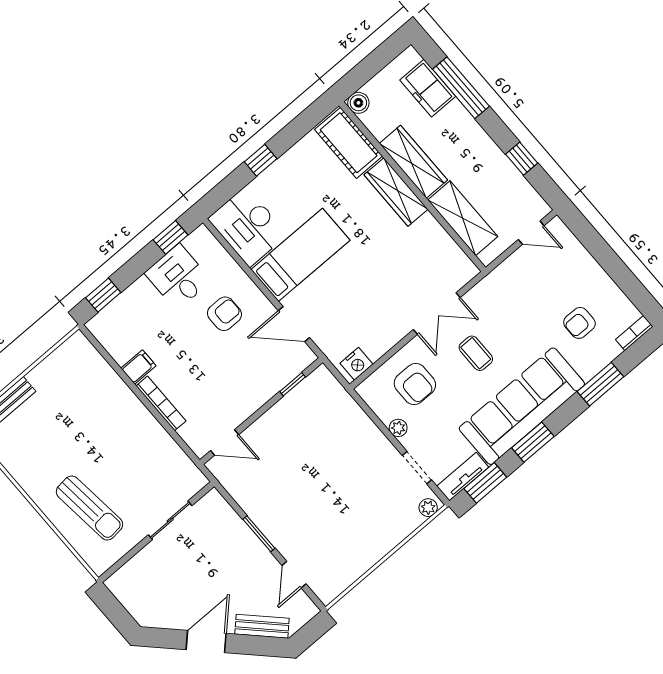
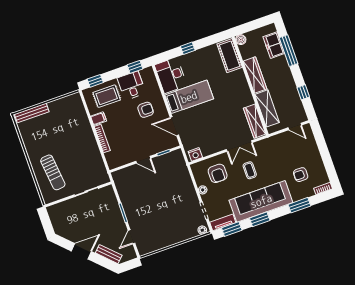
wardrobe: (396, 192) -> (255, 121), moved
rug: (137, 317) -> (107, 96), added
door: (225, 443) -> (143, 160), moved

